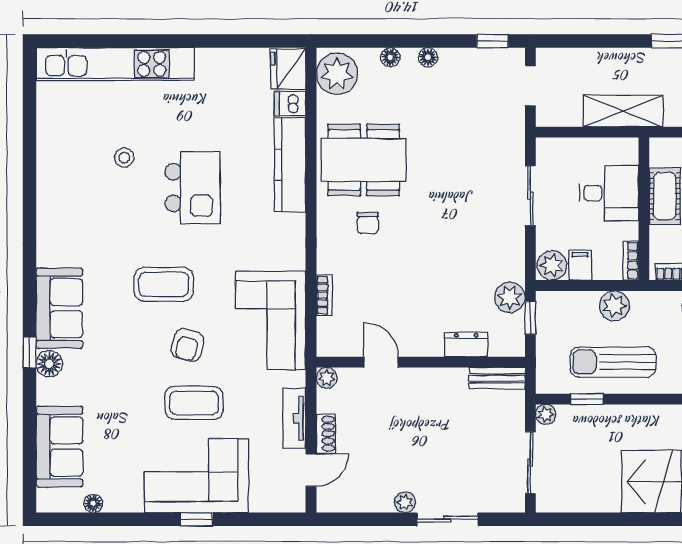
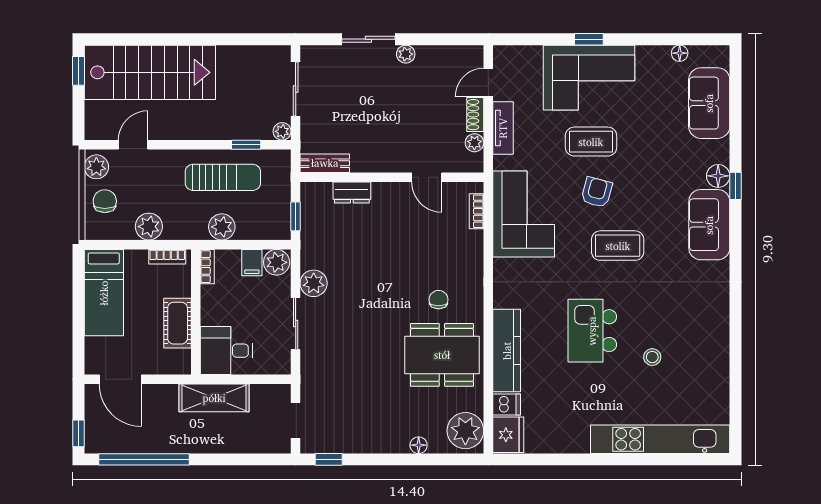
floor lamp: (428, 57) -> (385, 445), removed
desk: (609, 193) -> (226, 351), moved
bookcase: (324, 295) -> (477, 211), moved
plant: (510, 297) -> (314, 283), moved
plant: (327, 378) -> (474, 143), moved

